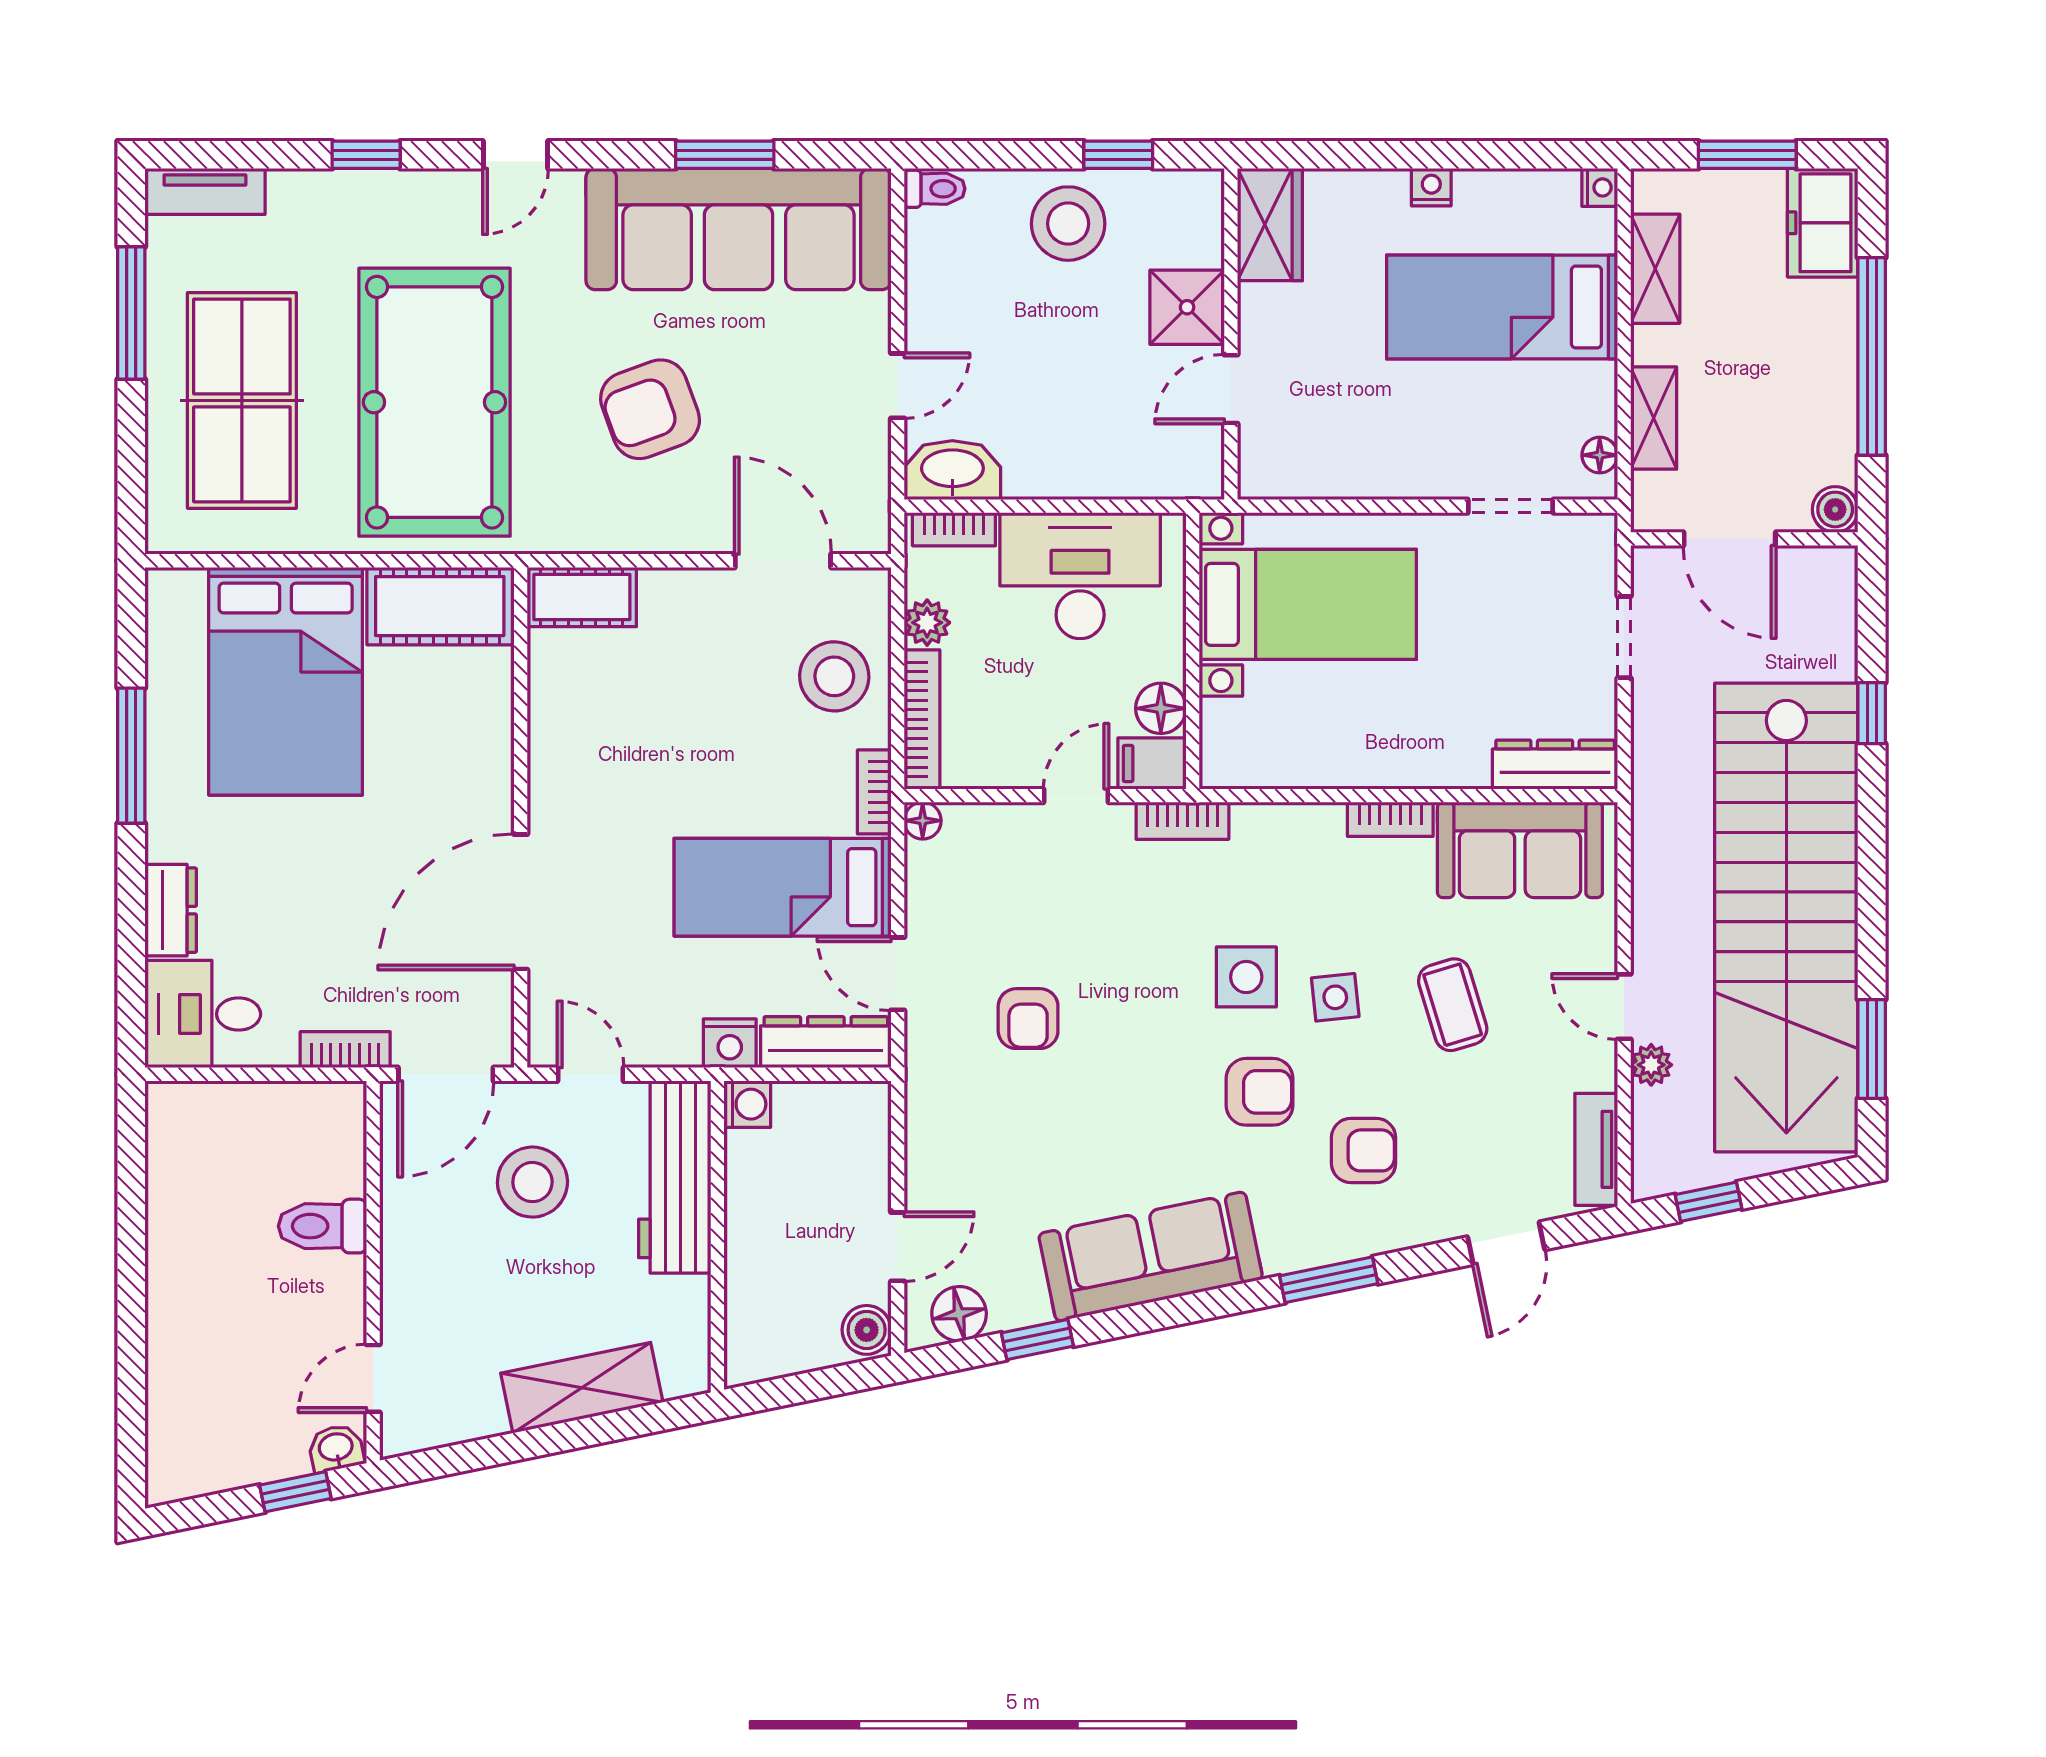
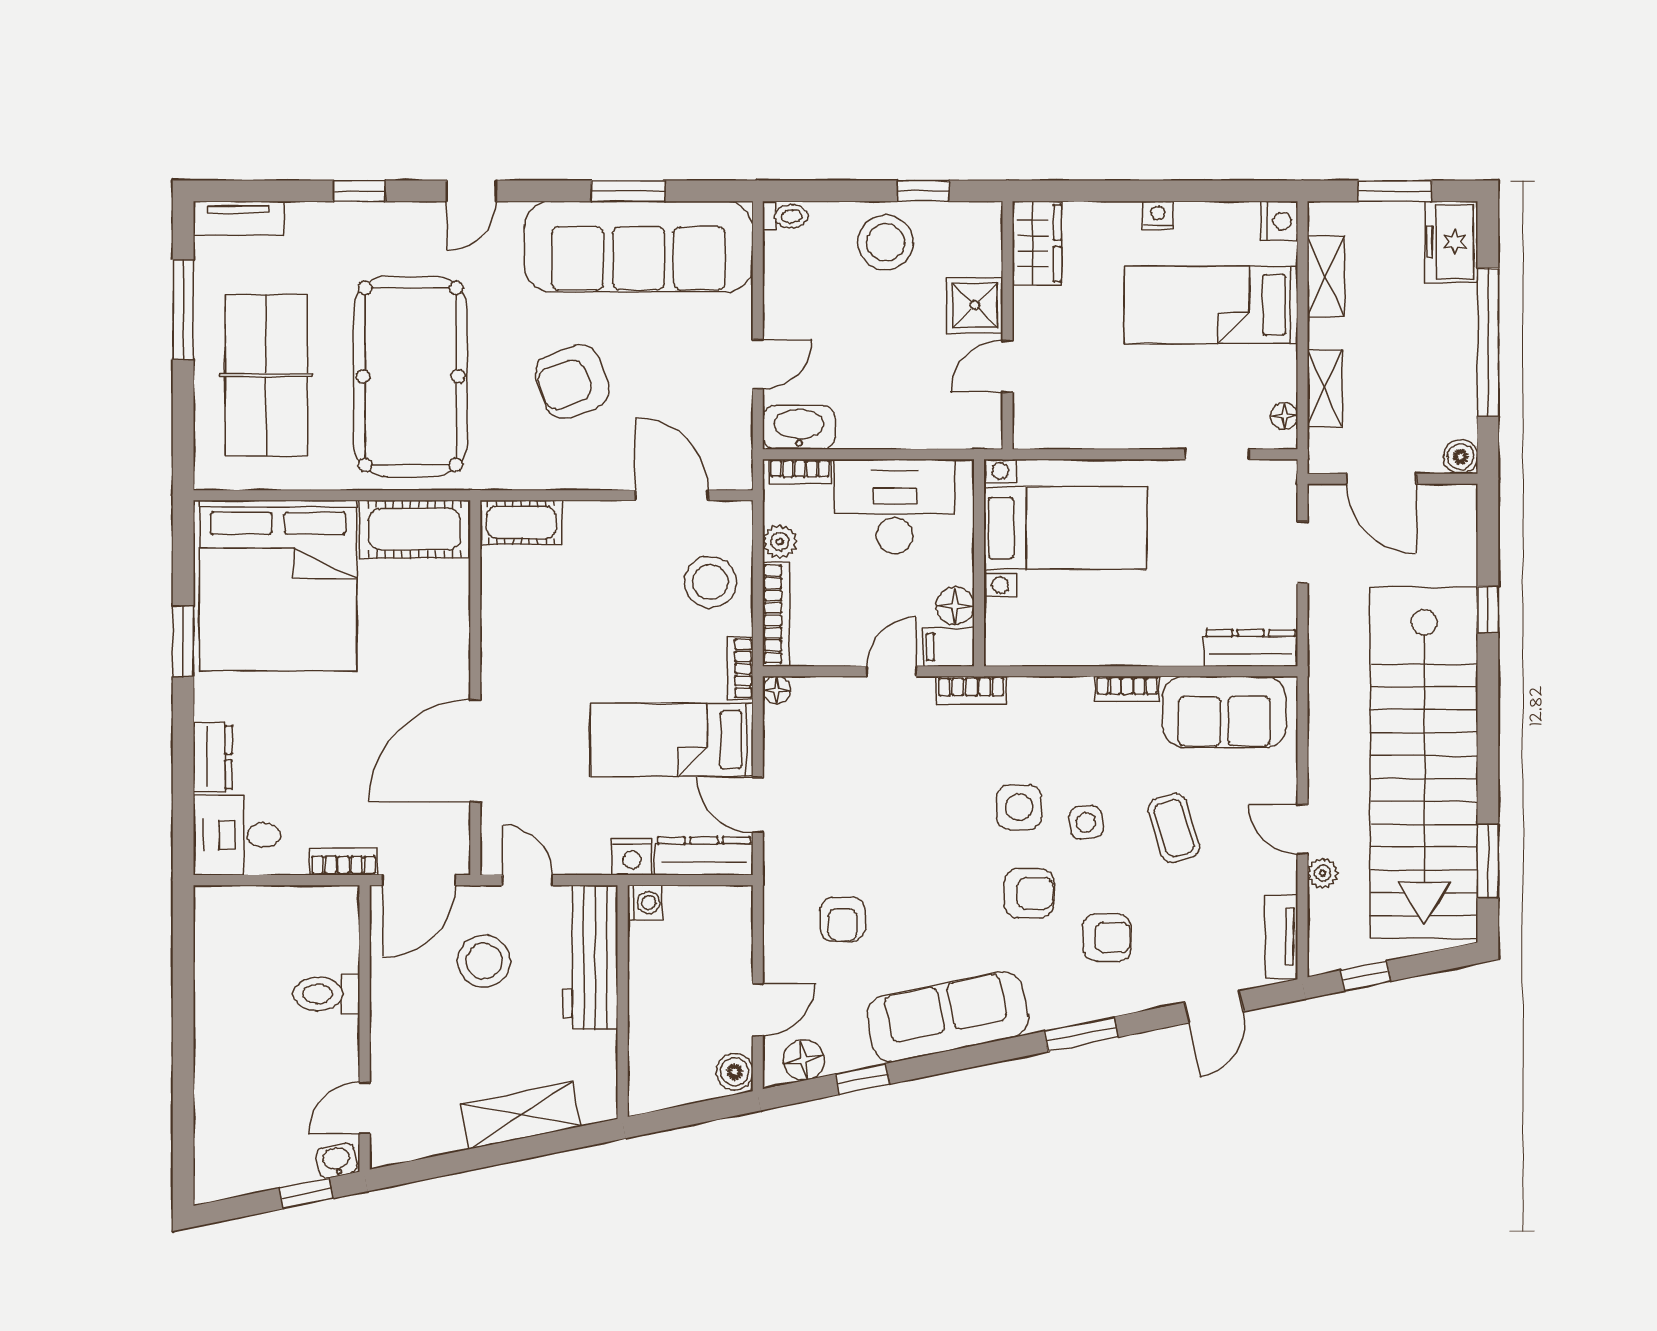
nightstand: (1600, 187) -> (1279, 221), width x1.39, depth x1.35
bed: (286, 681) -> (278, 585), width x1.36
window: (131, 756) -> (183, 641), width x0.69
armchair: (1028, 1019) -> (843, 919), moved

